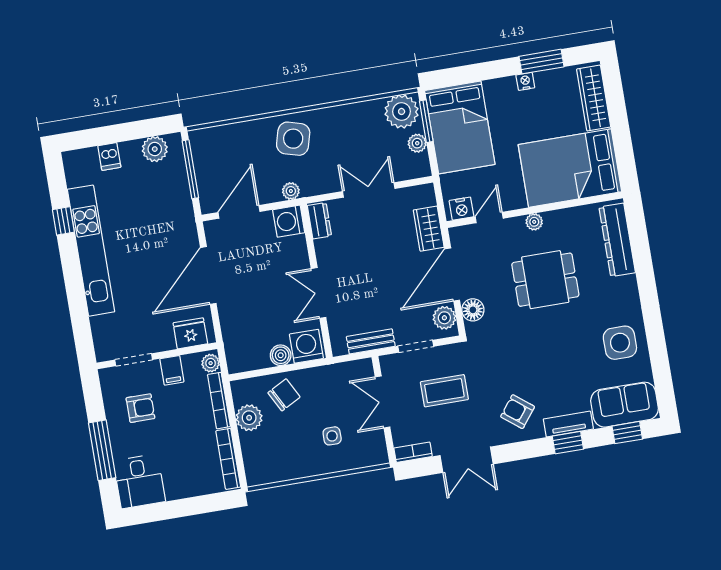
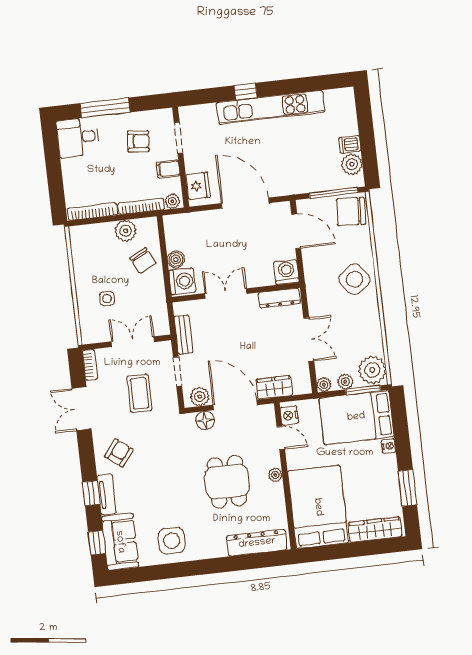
nightstand: (525, 81) -> (389, 446), moved
side table: (293, 139) -> (354, 279), turned 36
chair: (212, 147) -> (351, 212), added
dishwasher: (109, 156) -> (350, 144), moved
plant: (291, 191) -> (324, 385), moved
window: (63, 221) -> (246, 92), moved
dresser: (319, 221) -> (279, 298), width x1.44
armchair: (140, 408) -> (138, 141), turned -85

